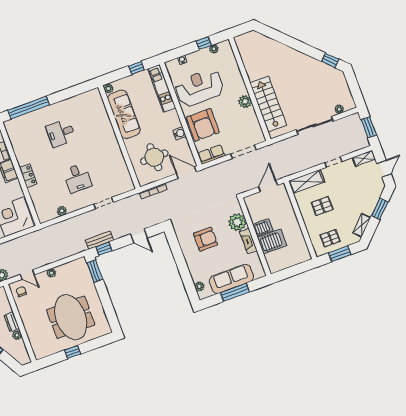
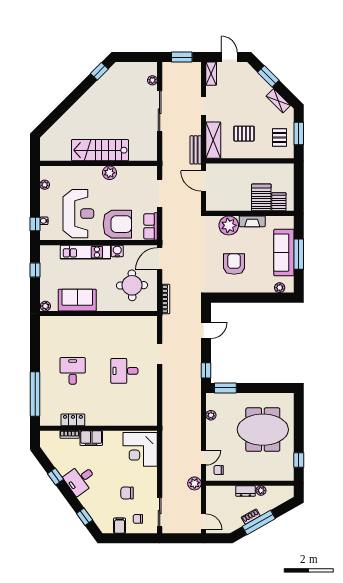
window: (204, 43) -> (35, 224), moved
kitchen unit: (162, 88) -> (85, 252), moved
reception desk: (200, 88) -> (78, 214), turned 180
stairs: (268, 104) -> (100, 150), moved
sofa: (124, 114) -> (77, 300), width x0.73
desk: (61, 133) -> (73, 371), turned 180
locker: (28, 176) -> (73, 420), moved
desk: (77, 178) -> (124, 371), turned 180
pallet: (322, 206) -> (244, 134), turned 90
plant: (62, 211) -> (152, 399), removed
server rack: (263, 228) -> (279, 202), moved
bench: (99, 240) -> (196, 150), moved
plant: (51, 273) -> (211, 415), moved
window: (73, 352) -> (299, 460), moved

